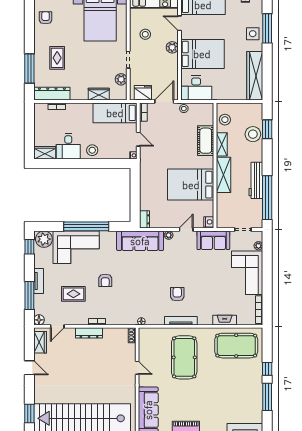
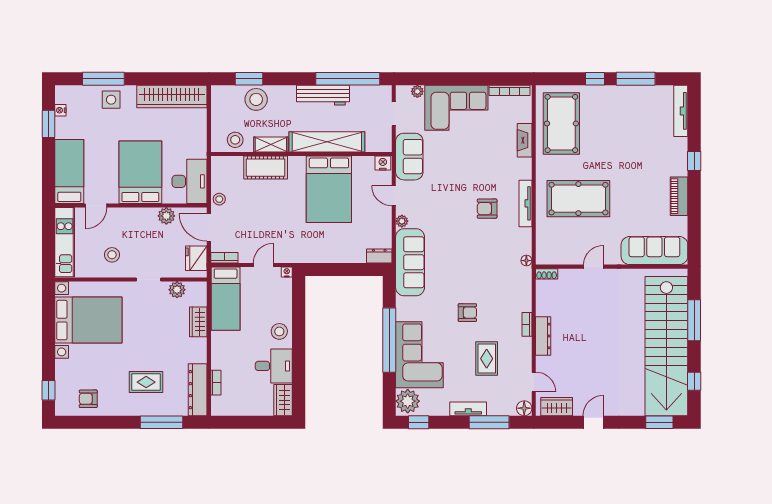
plant: (172, 47) -> (166, 216), moved
shelving: (224, 175) -> (327, 142), width x1.47

